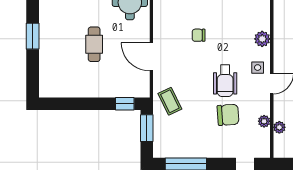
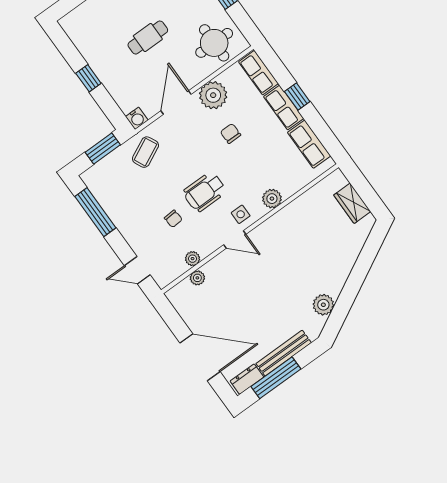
plant: (164, 28) -> (213, 95), added
water cooler: (143, 91) -> (137, 118), added
window: (125, 104) -> (88, 78), moved
chair: (228, 115) -> (173, 219), width x0.54, depth x0.54

